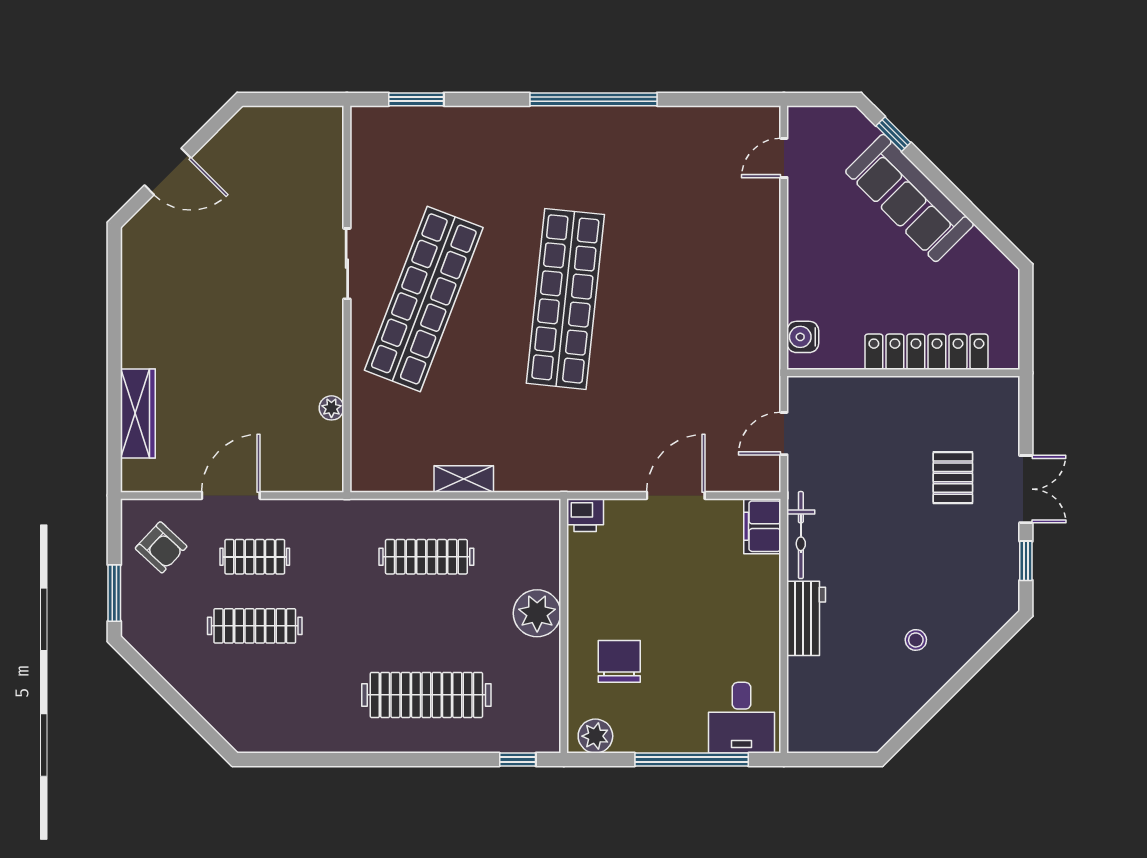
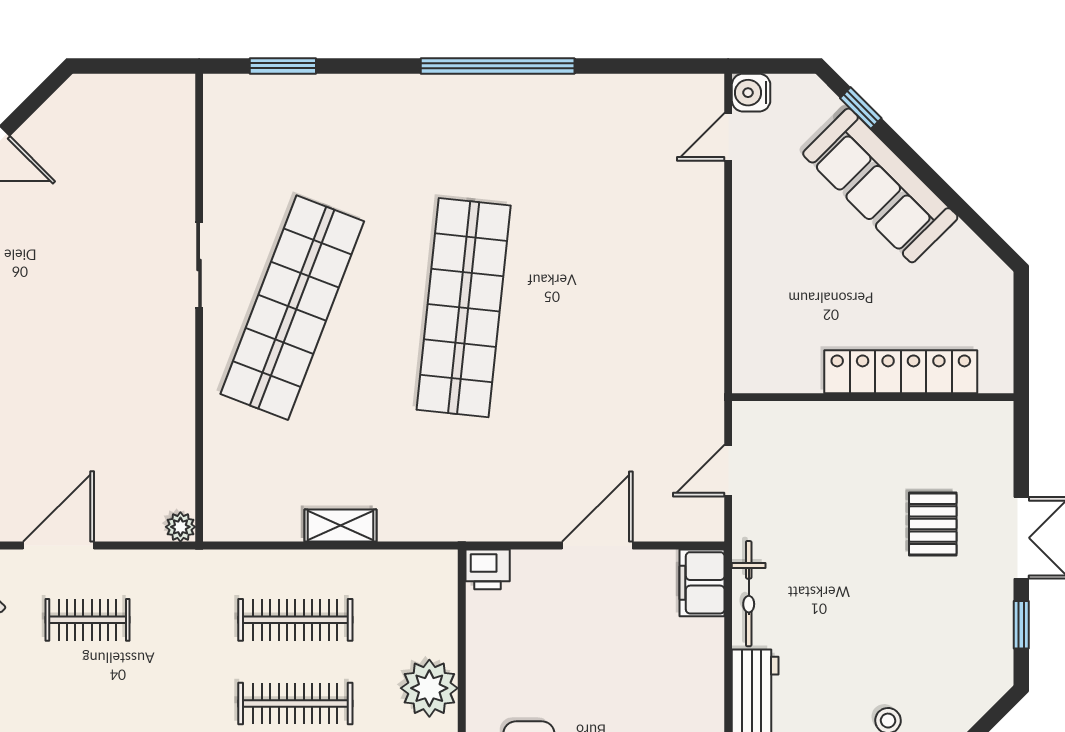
water cooler: (803, 337) -> (751, 93), moved
plant: (331, 408) -> (180, 527), moved
clothes rail: (255, 626) -> (295, 704), moved

